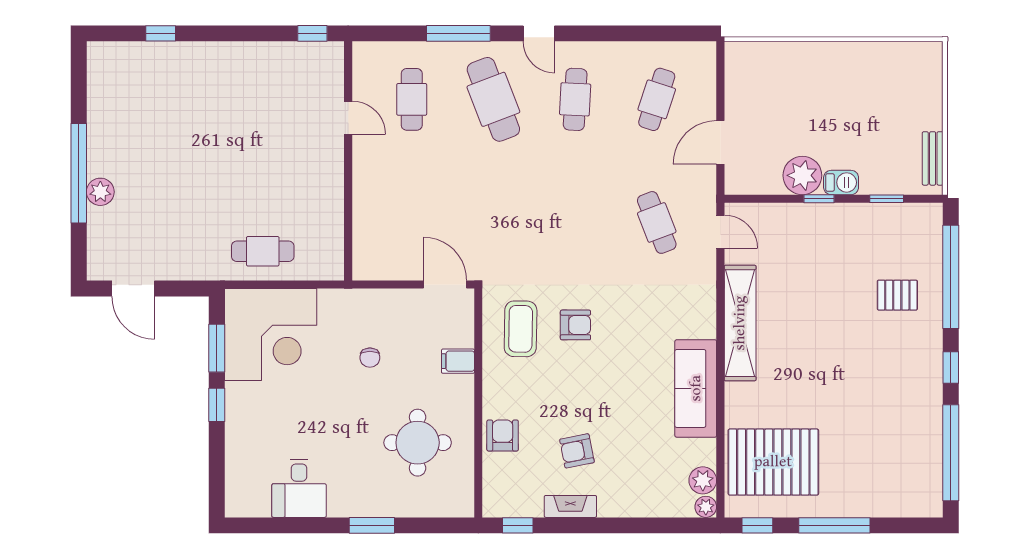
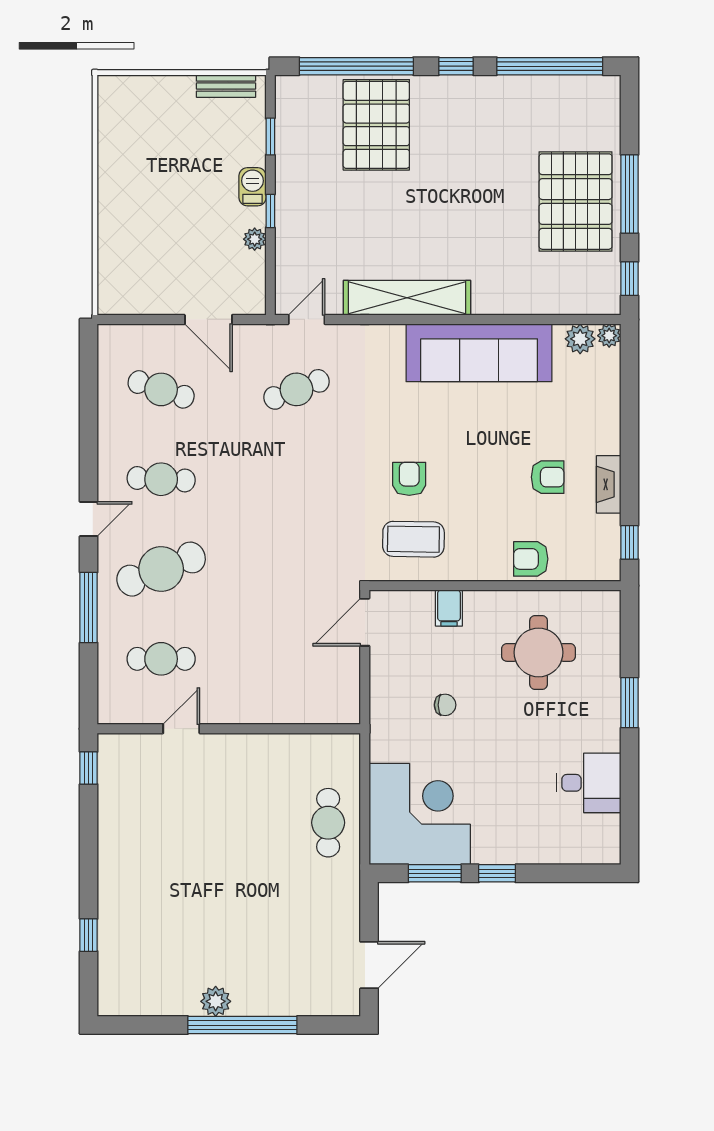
plant: (802, 175) -> (255, 239), width x0.53, depth x0.53
plant: (100, 192) -> (216, 1001), moved
pallet: (897, 295) -> (376, 125), width x2.05, depth x2.00
sofa: (696, 388) -> (479, 353), width x1.36, depth x1.27
armchair: (577, 451) -> (548, 477), turned -79
pallet: (773, 462) -> (576, 202), moved

